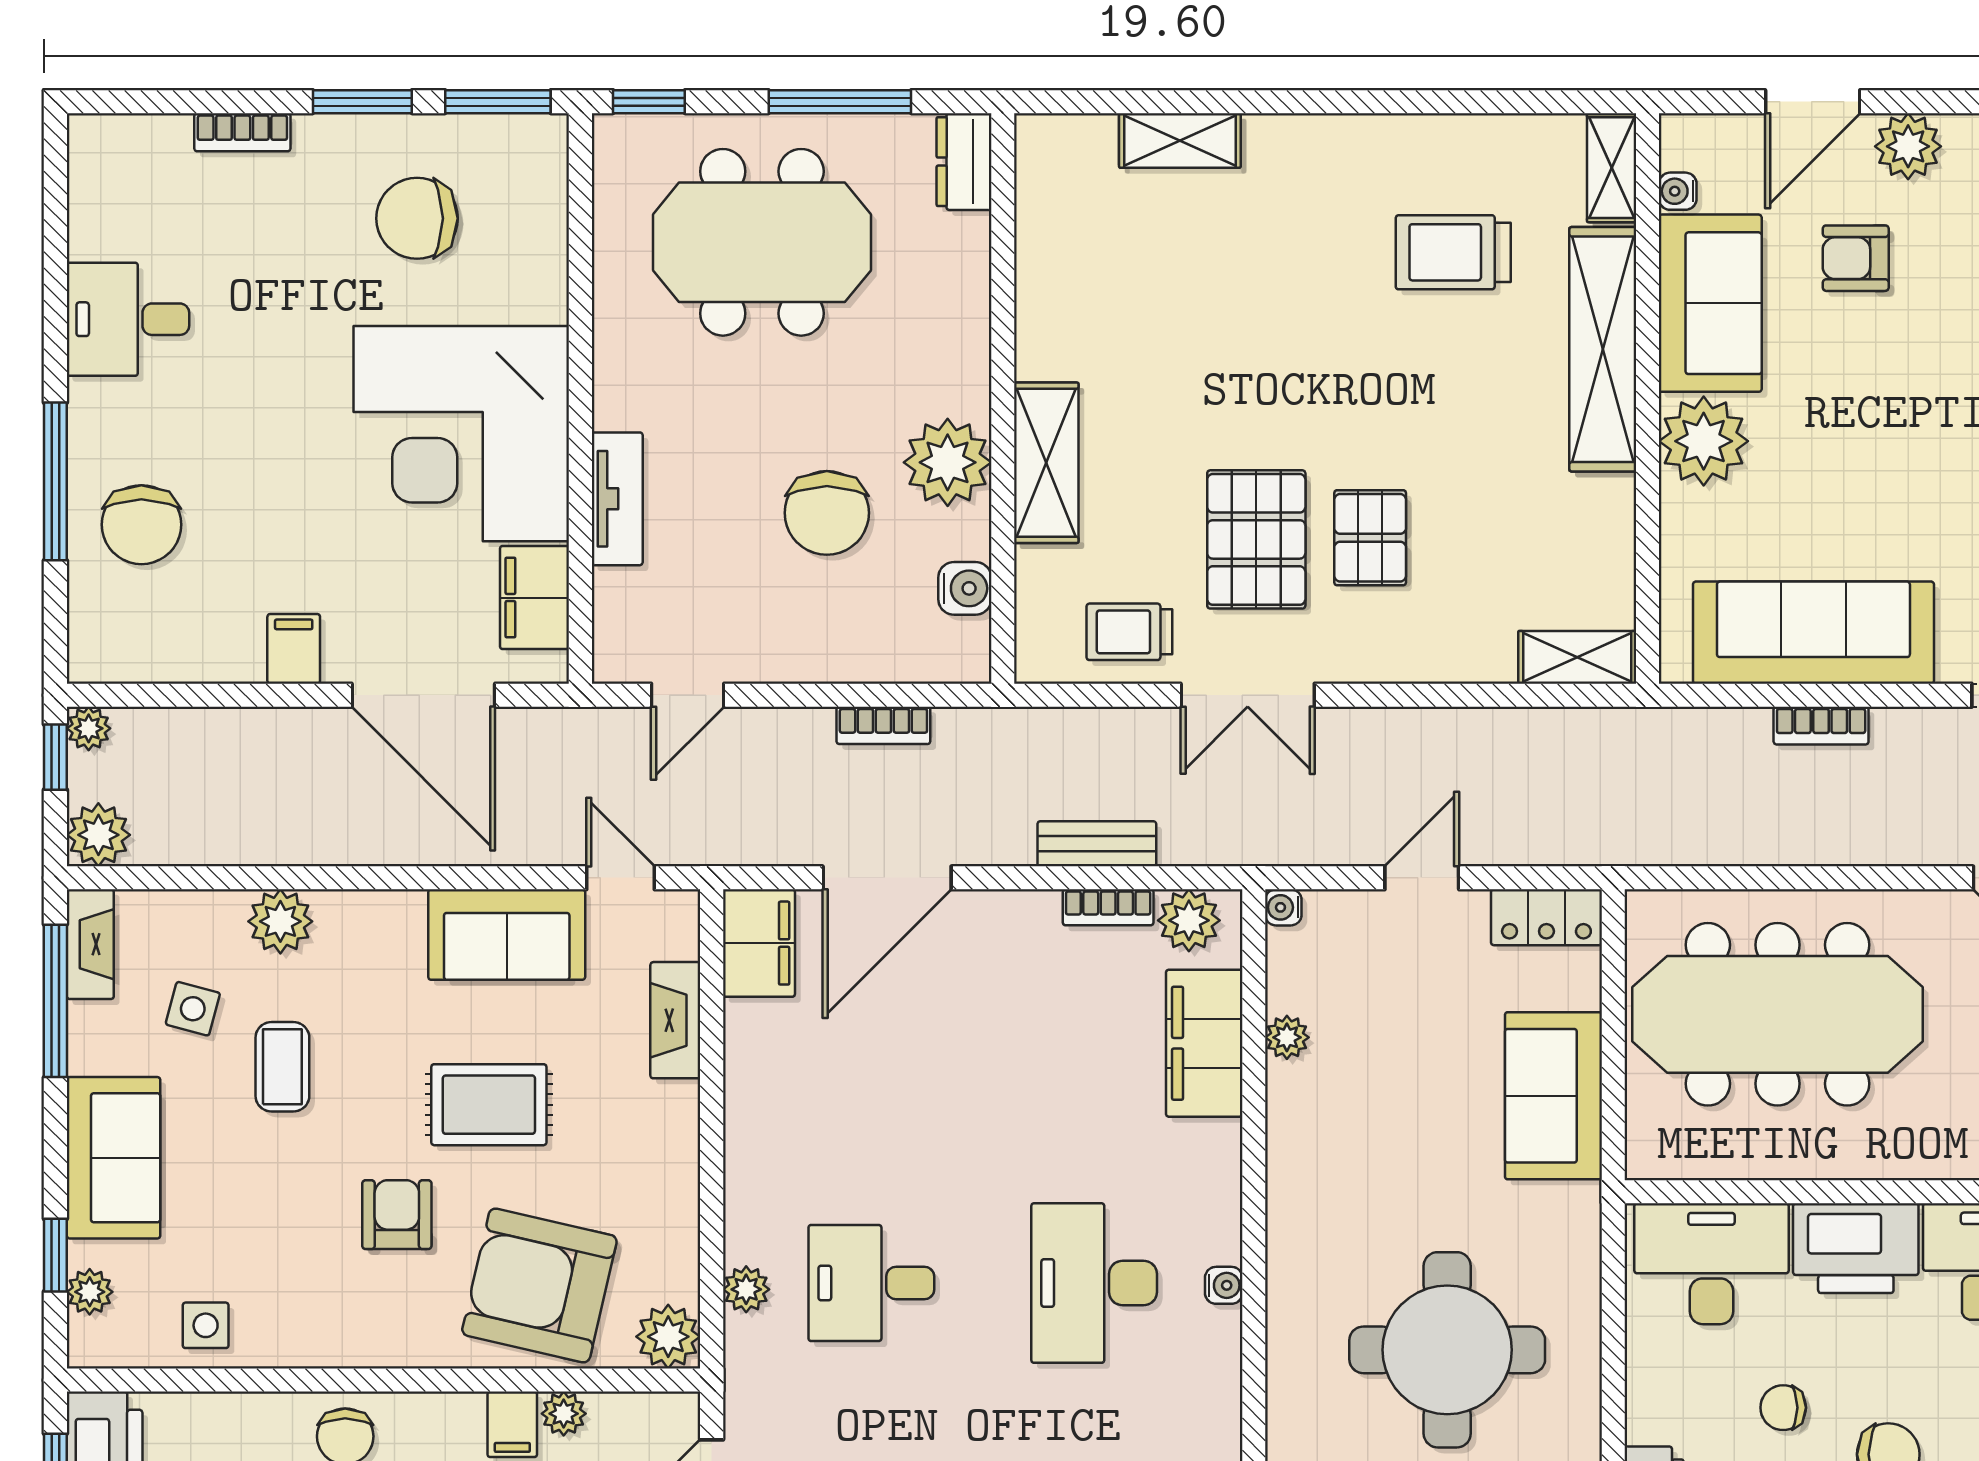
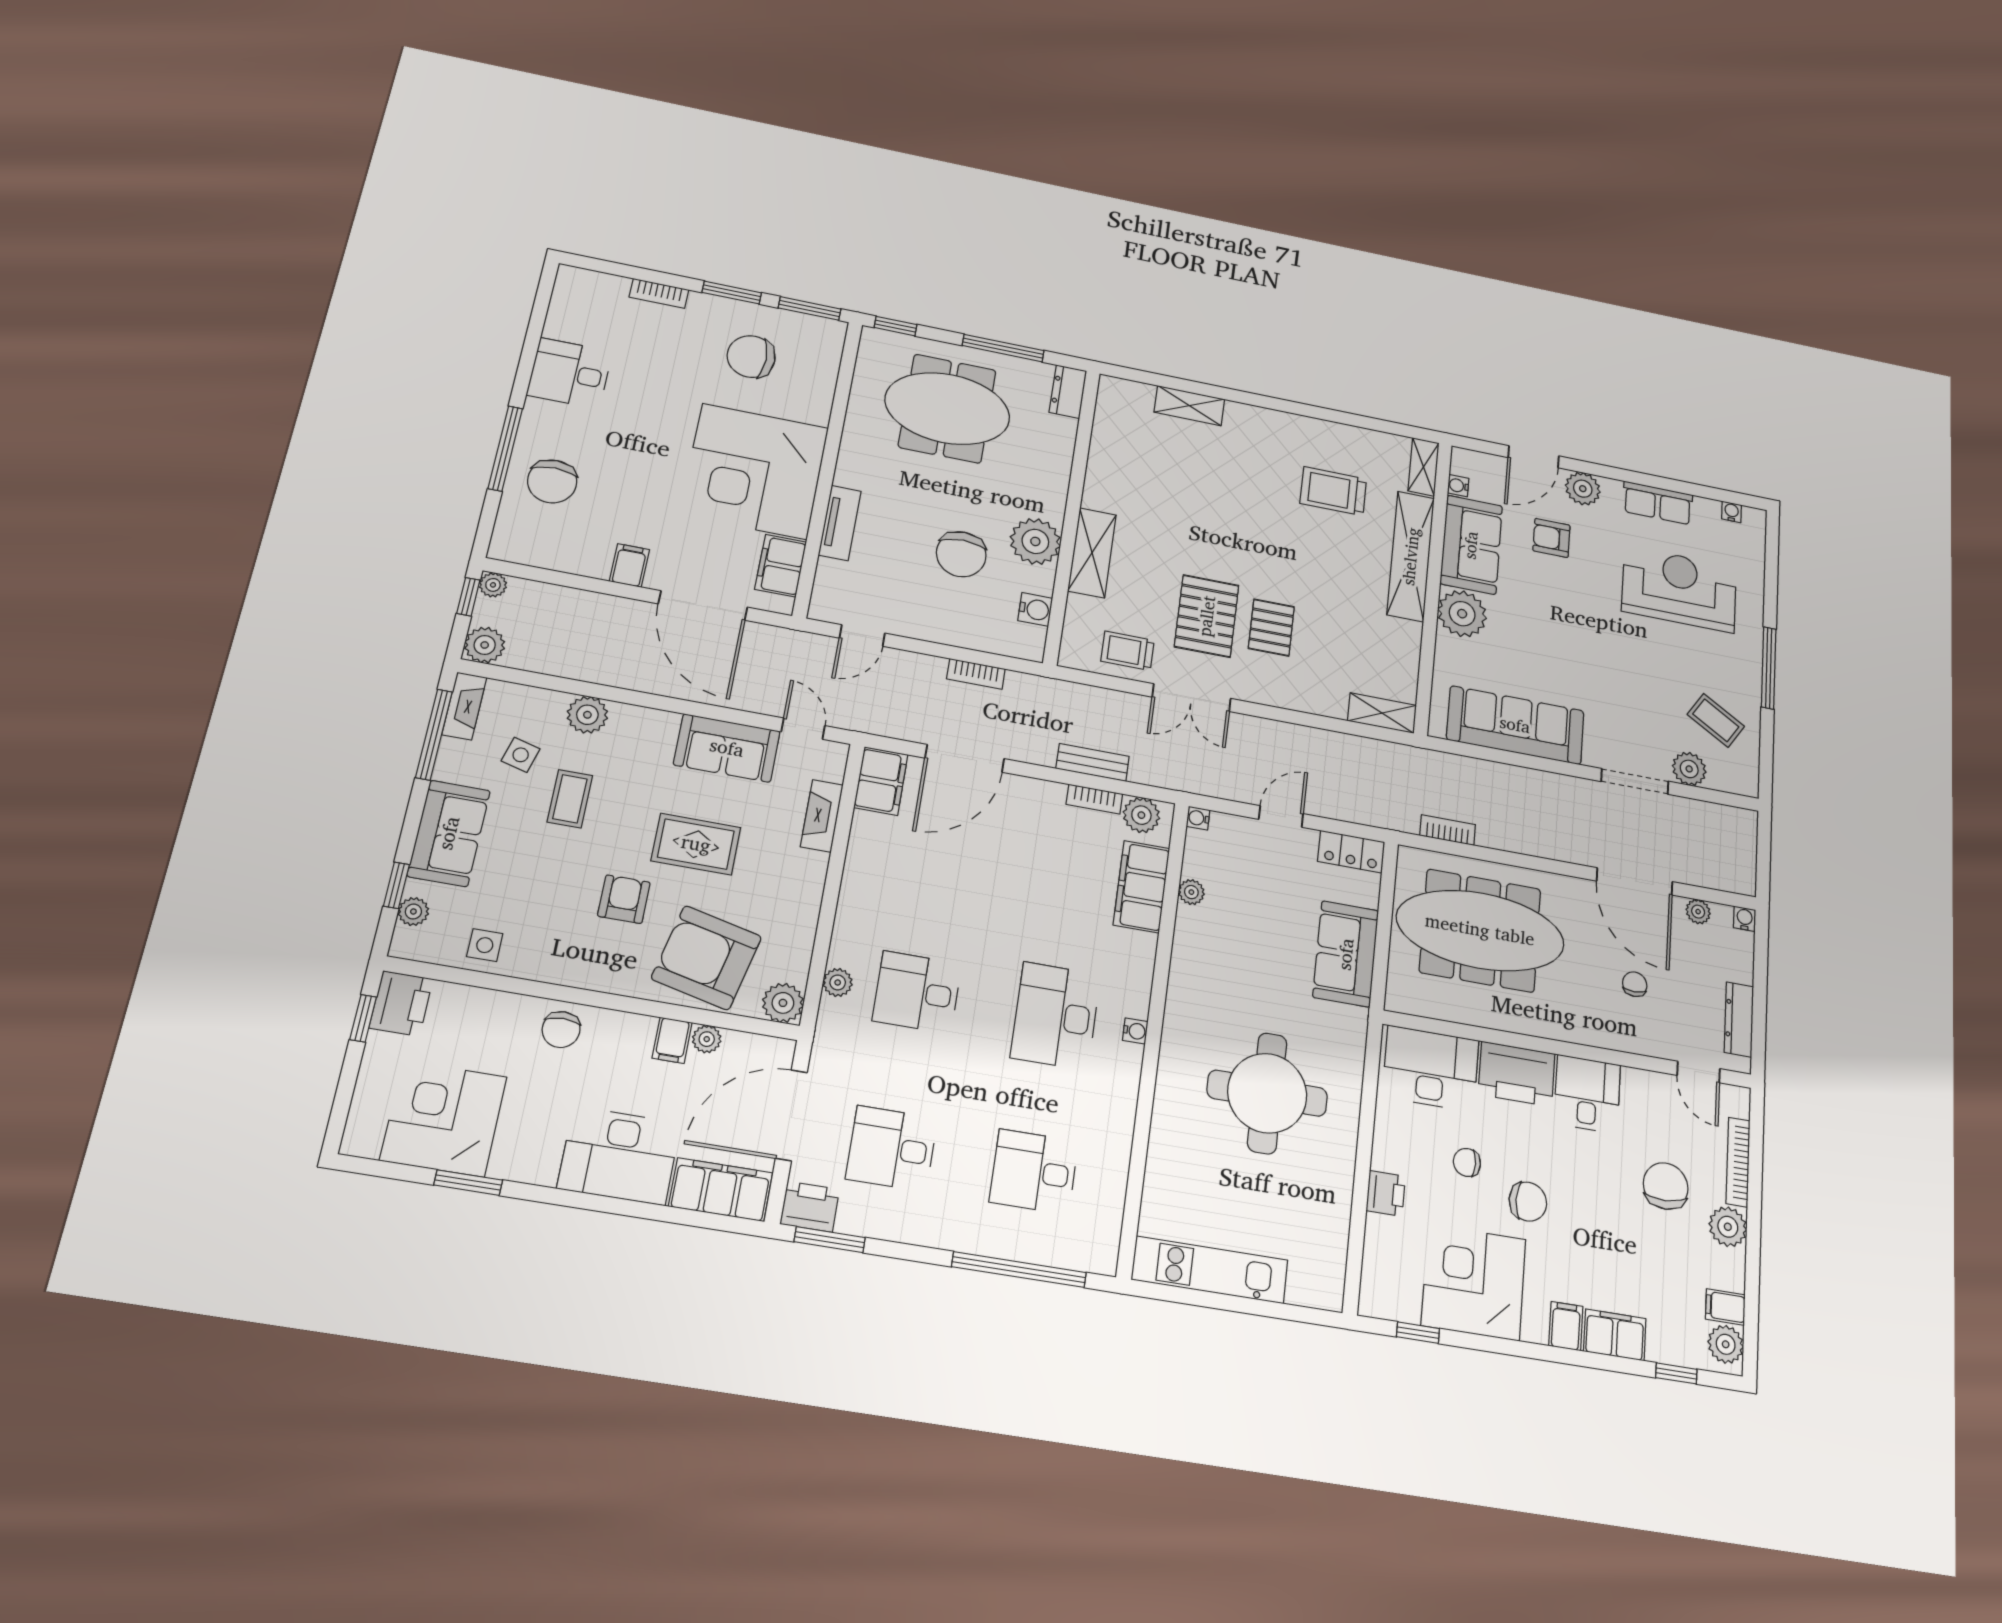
bookcase: (1821, 726) -> (1448, 830), moved, turned 180

